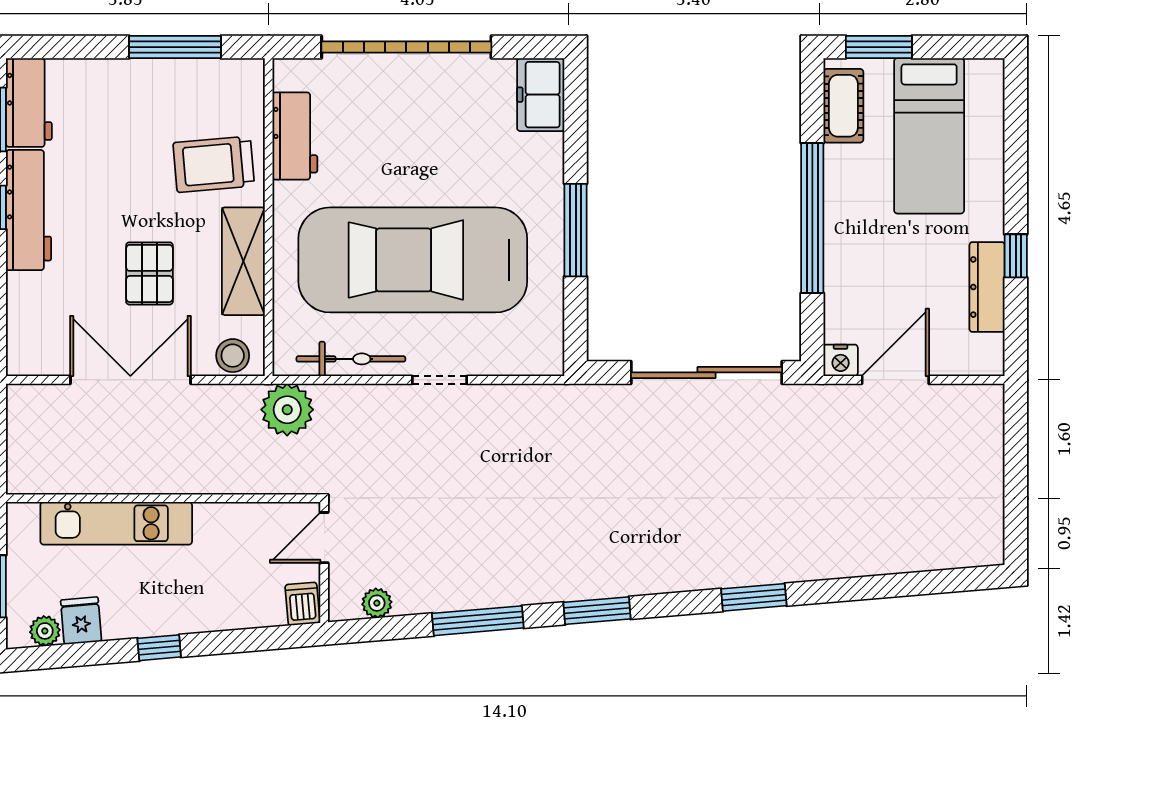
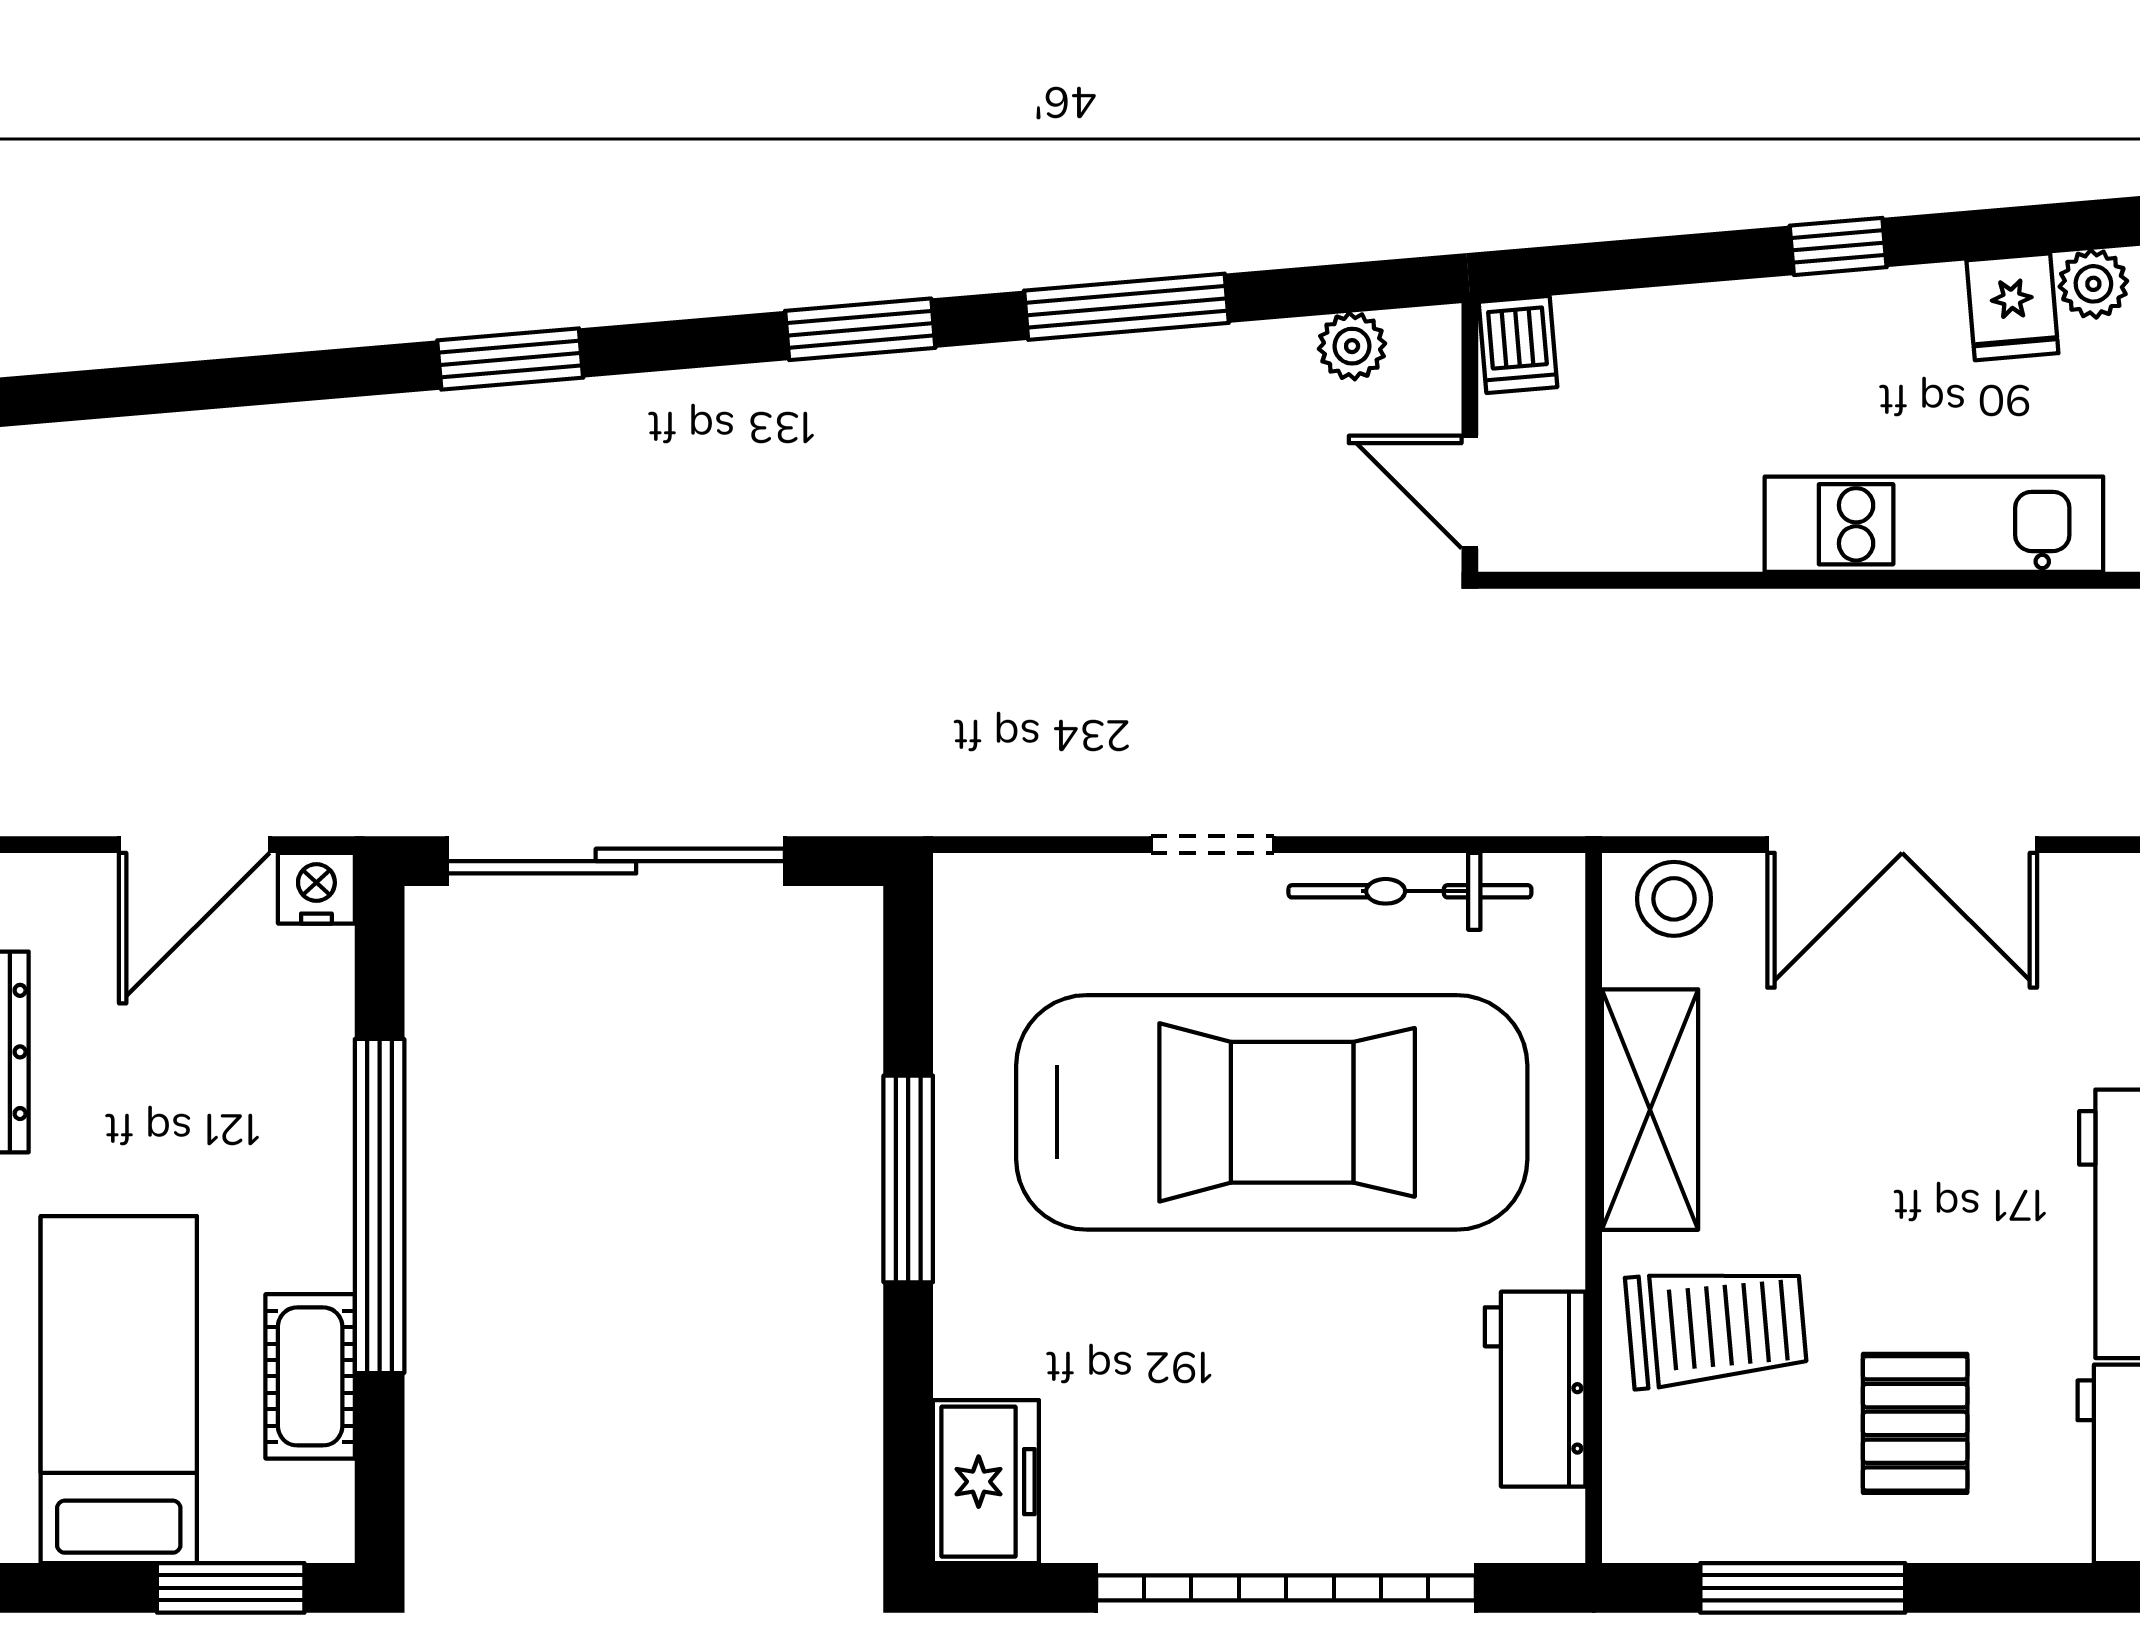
cot: (843, 106) -> (310, 1376), moved
pallet: (149, 273) -> (1915, 1423), moved
plant: (287, 410) -> (1552, 778), removed
door: (324, 538) -> (1470, 492), swing flipped

